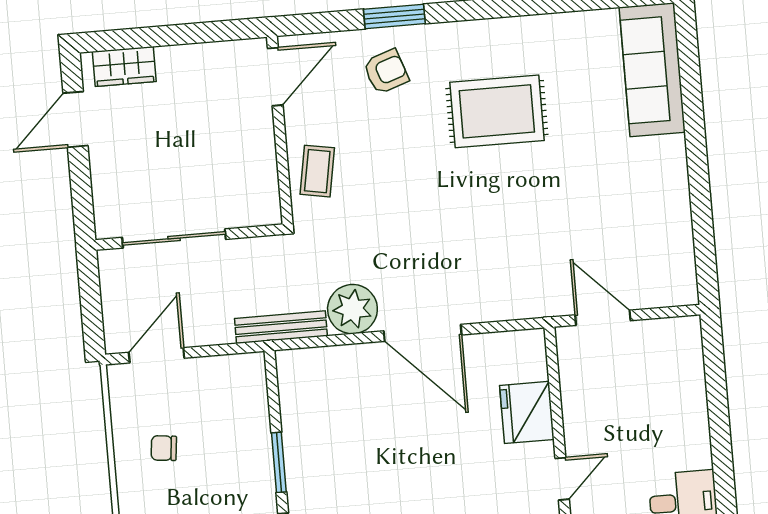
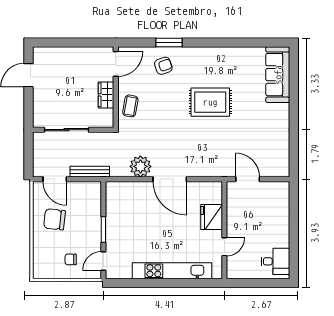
wardrobe: (124, 67) -> (106, 95), moved, turned 90
rug: (497, 111) -> (210, 102), moved
bench: (281, 327) -> (90, 172), moved
door: (157, 355) -> (55, 179), swing flipped
chair: (164, 448) -> (55, 219), width x1.87, depth x1.87

